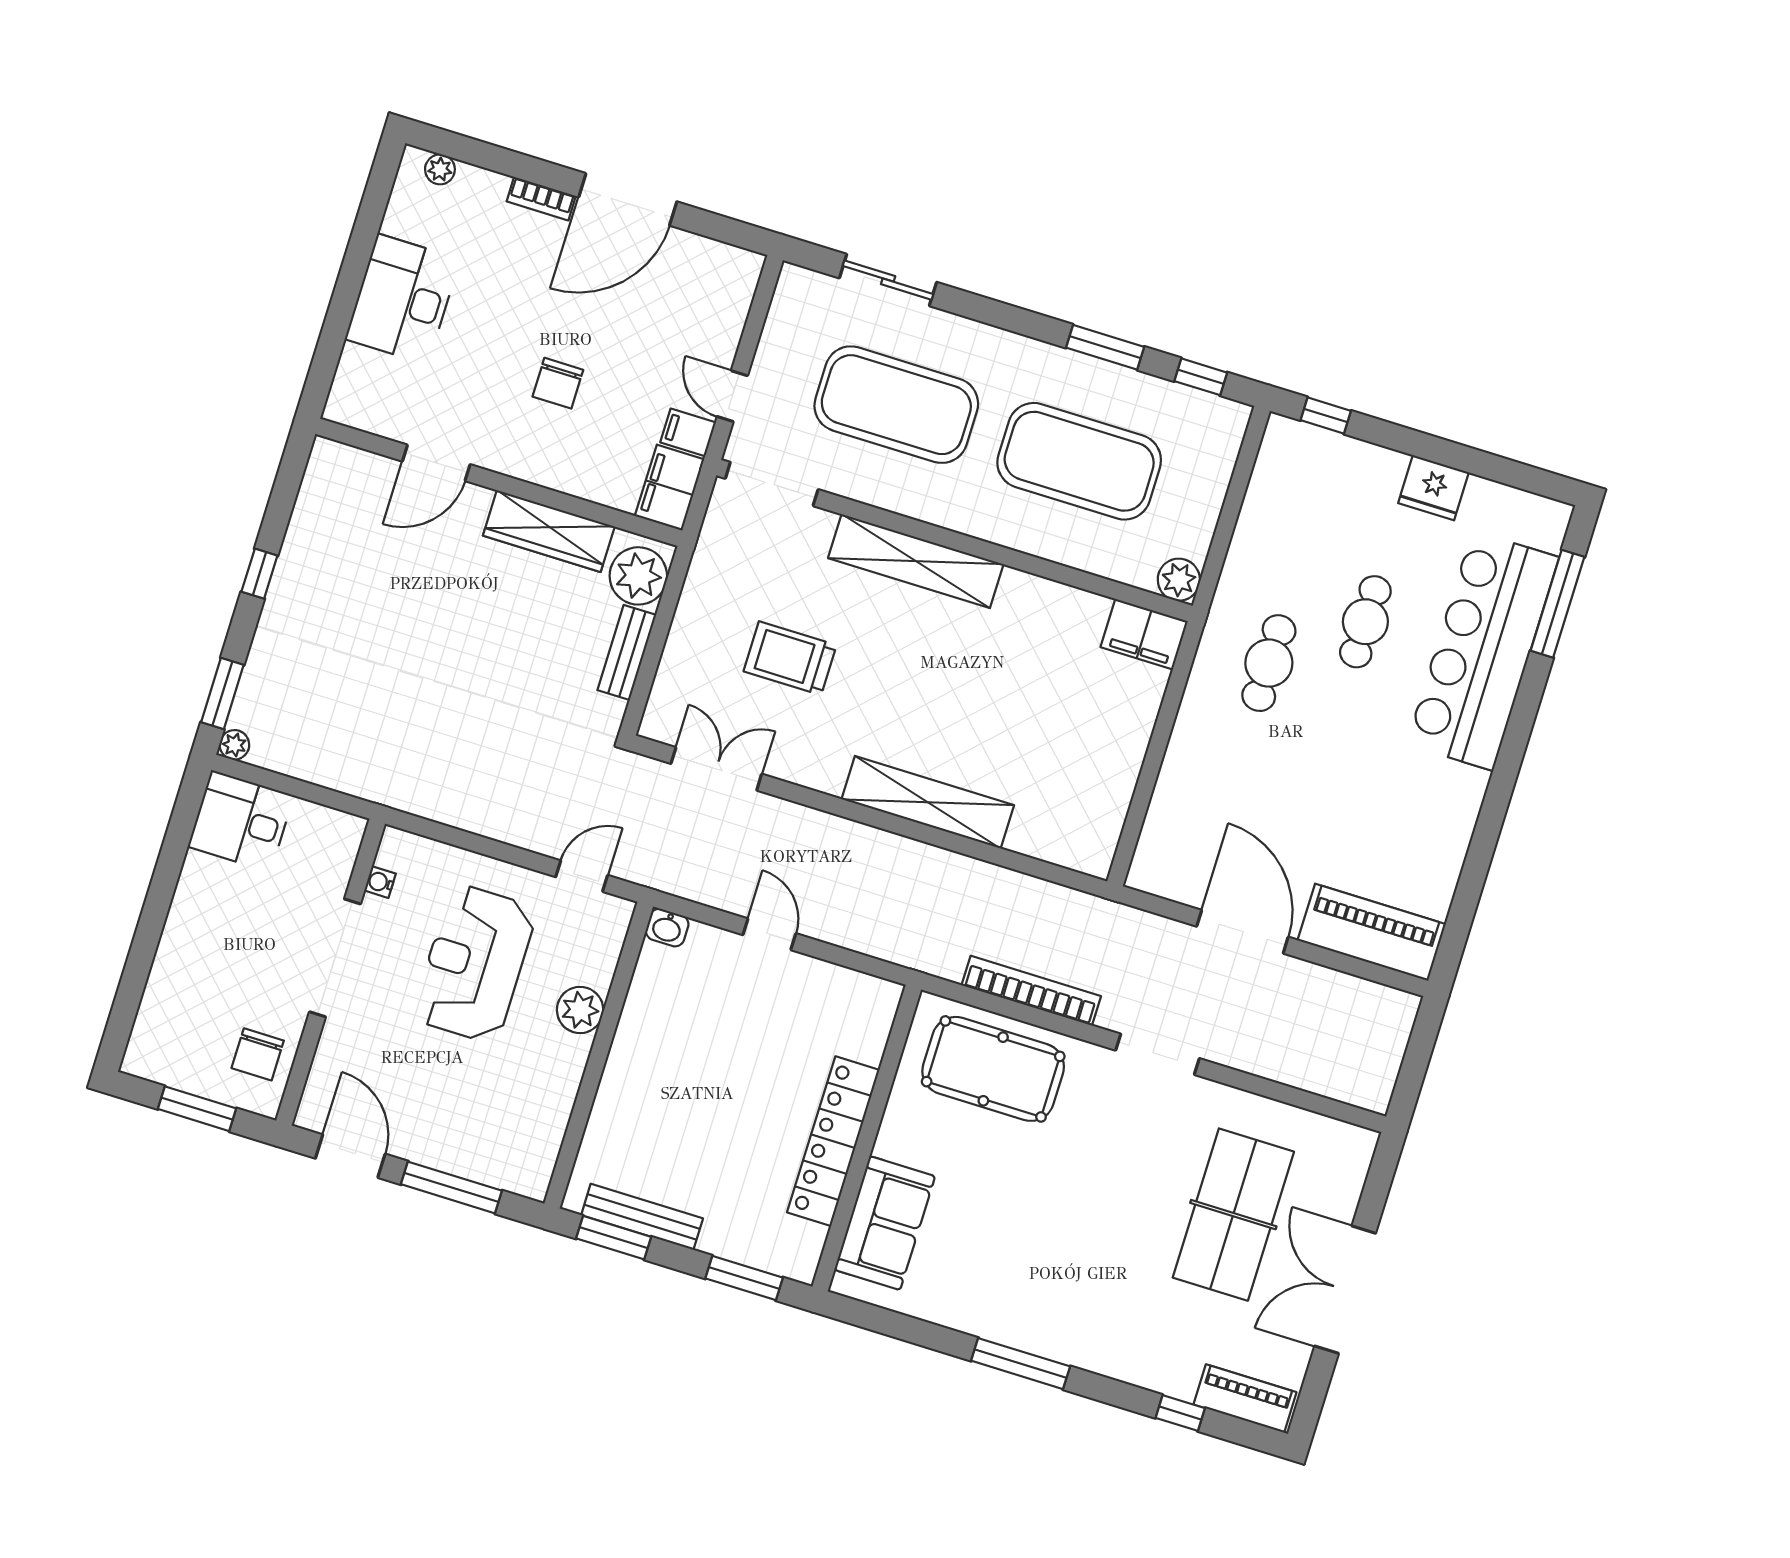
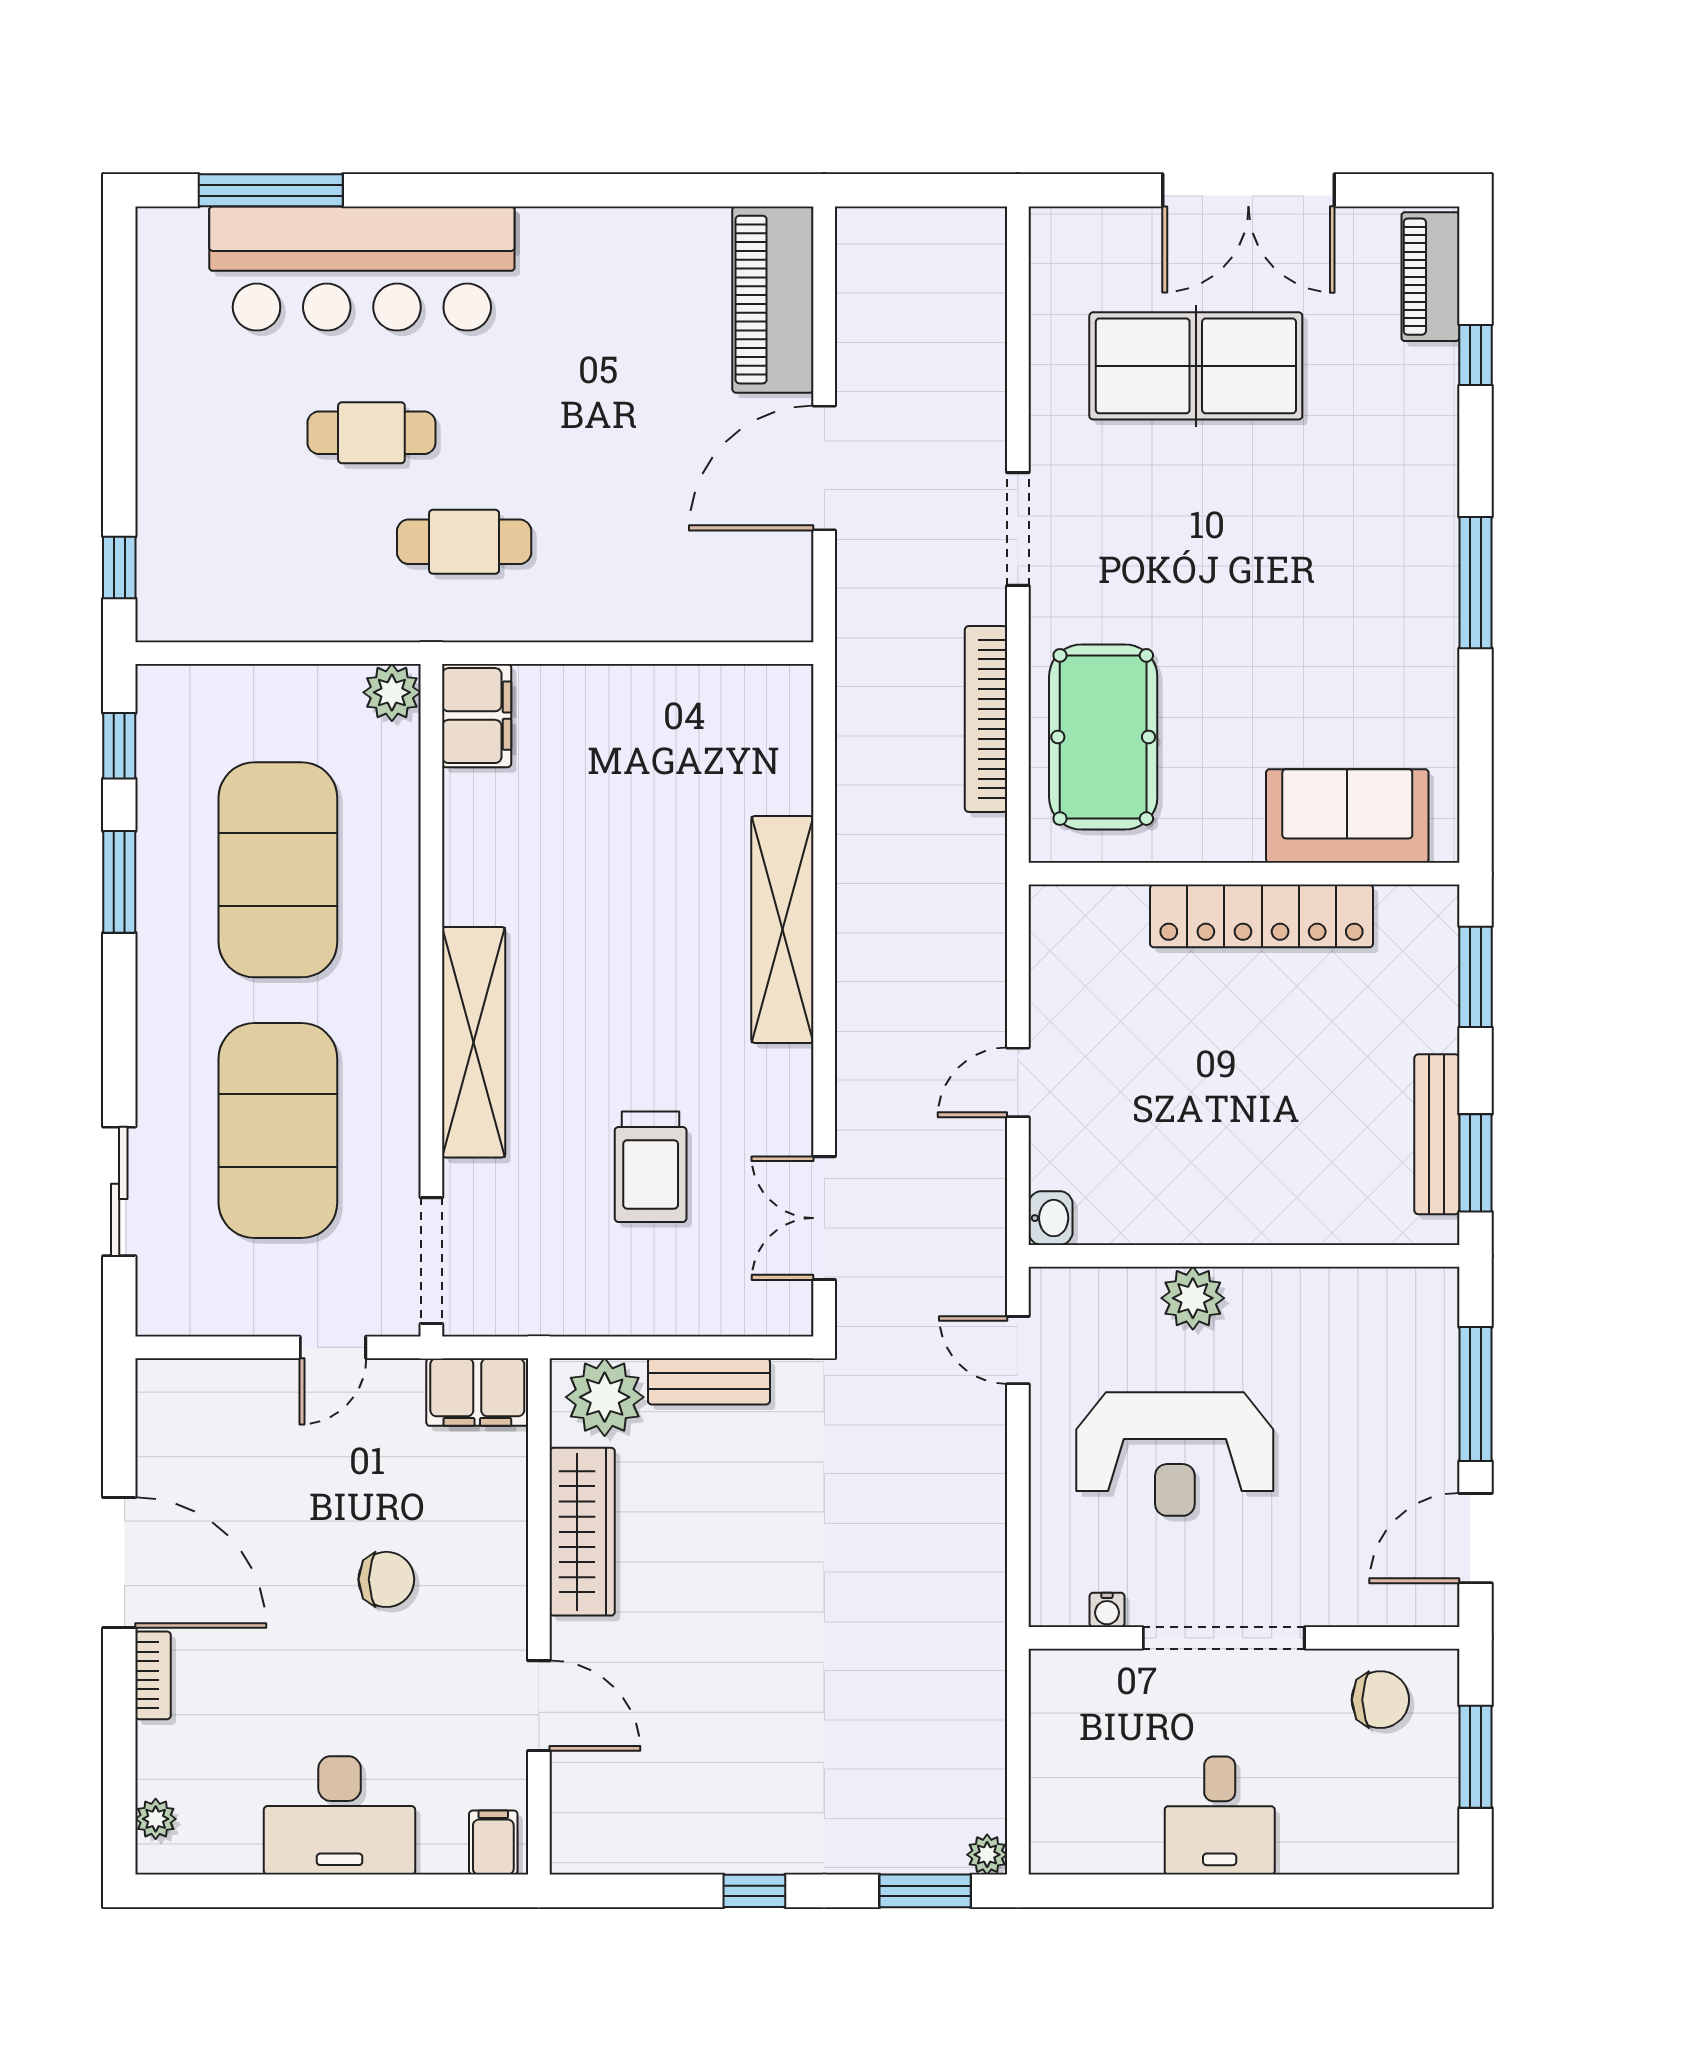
filing cabinet: (688, 432) -> (493, 1843), moved, turned 180
fridge: (1433, 488) -> (170, 398), removed
desk: (241, 821) -> (1220, 1816), moved

